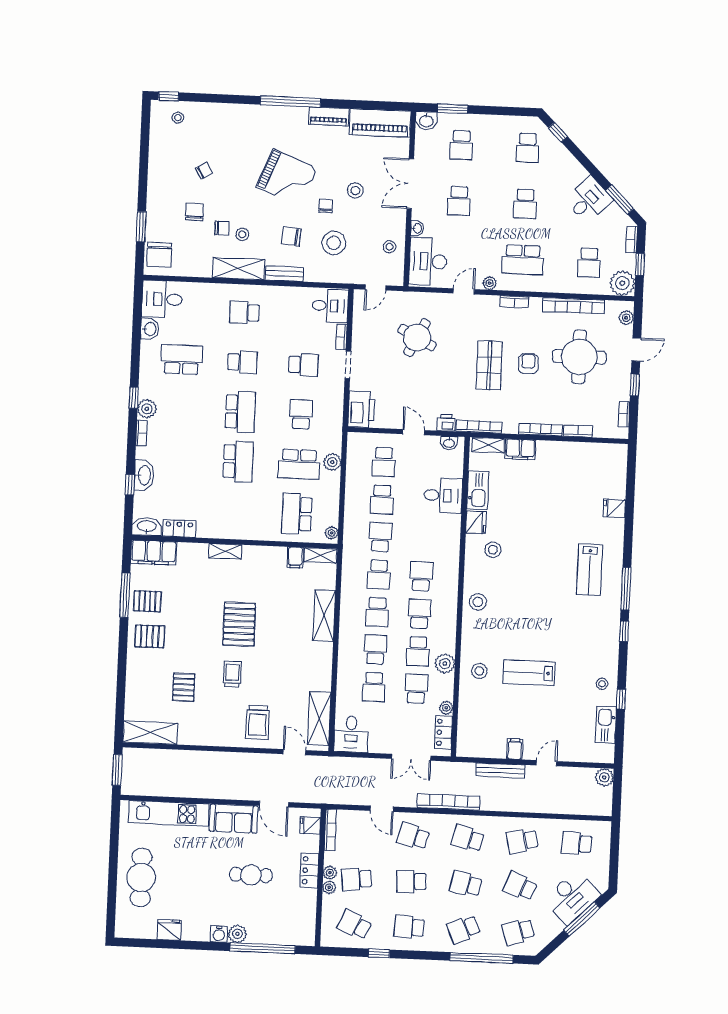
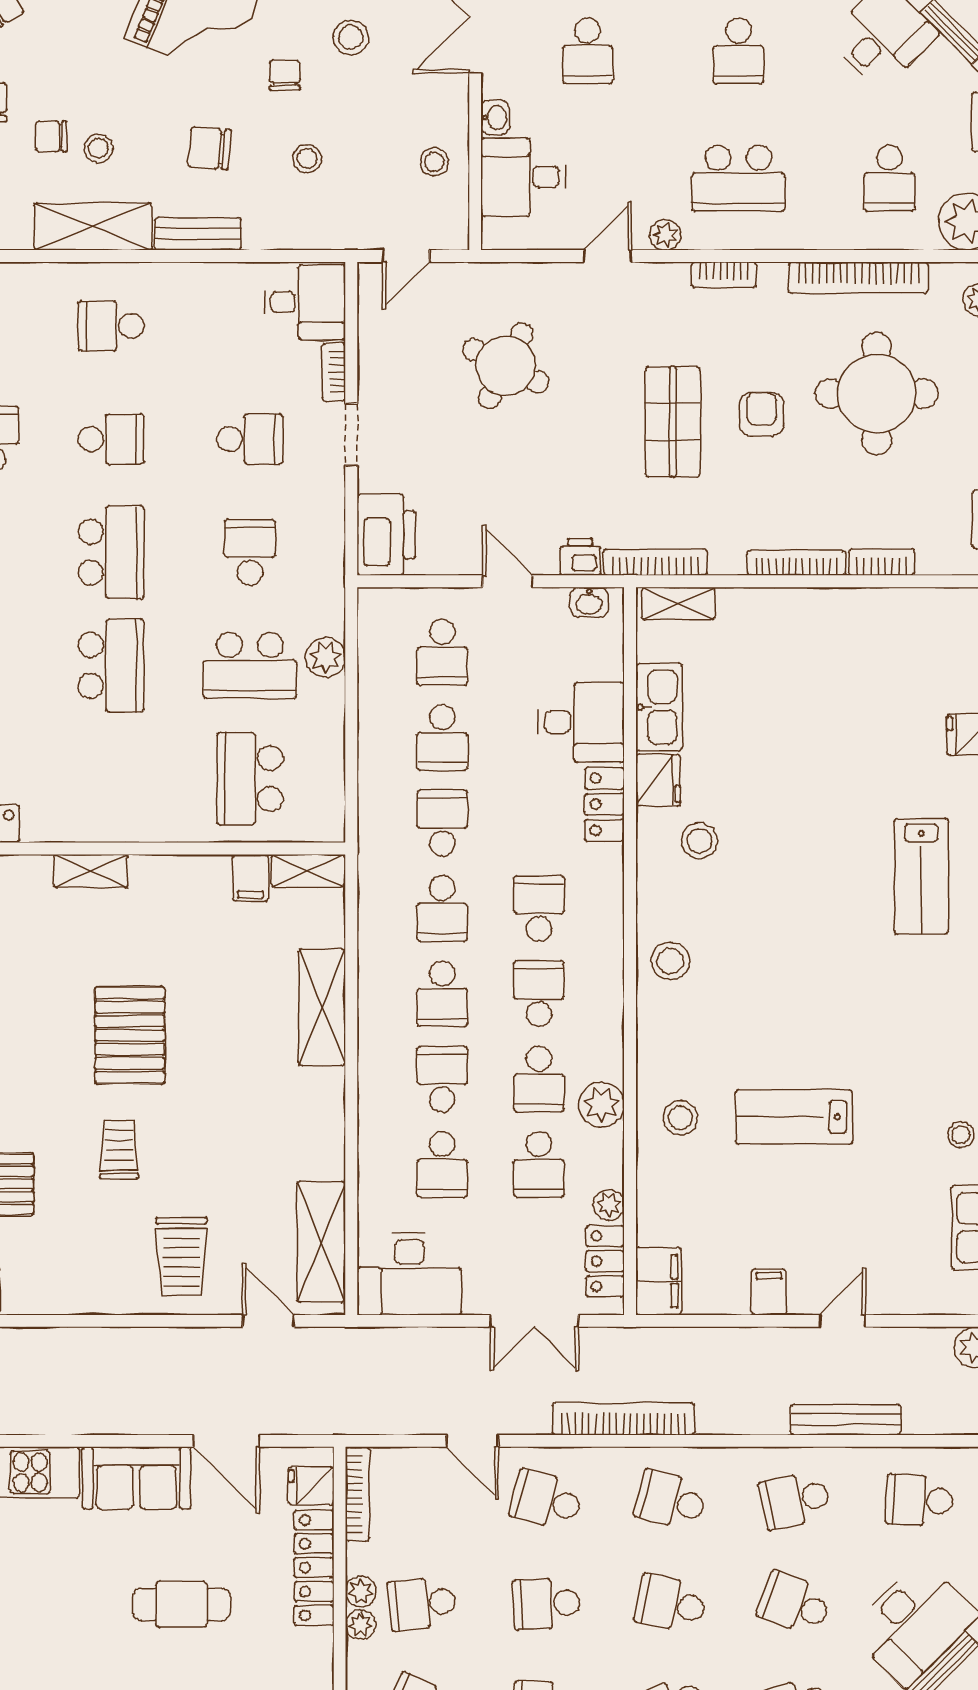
chair: (222, 228) -> (51, 136), turned 180
stool: (334, 243) -> (307, 159), width x0.53, depth x0.53
desk: (428, 261) -> (523, 177), width x0.73
filing cabinet: (520, 449) -> (658, 1281), moved, turned -90
locker: (452, 532) -> (604, 804), added
plant: (332, 533) -> (331, 819), removed
school desk: (416, 689) -> (539, 1165), turned 180
desk: (351, 734) -> (409, 1274), width x1.37
bench: (500, 771) -> (846, 1420), moved
locker: (309, 870) -> (314, 1568), width x1.53

